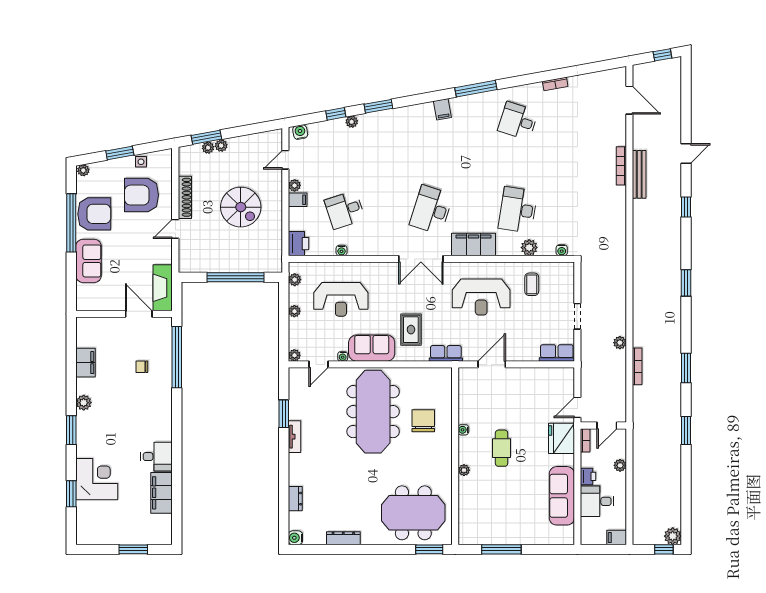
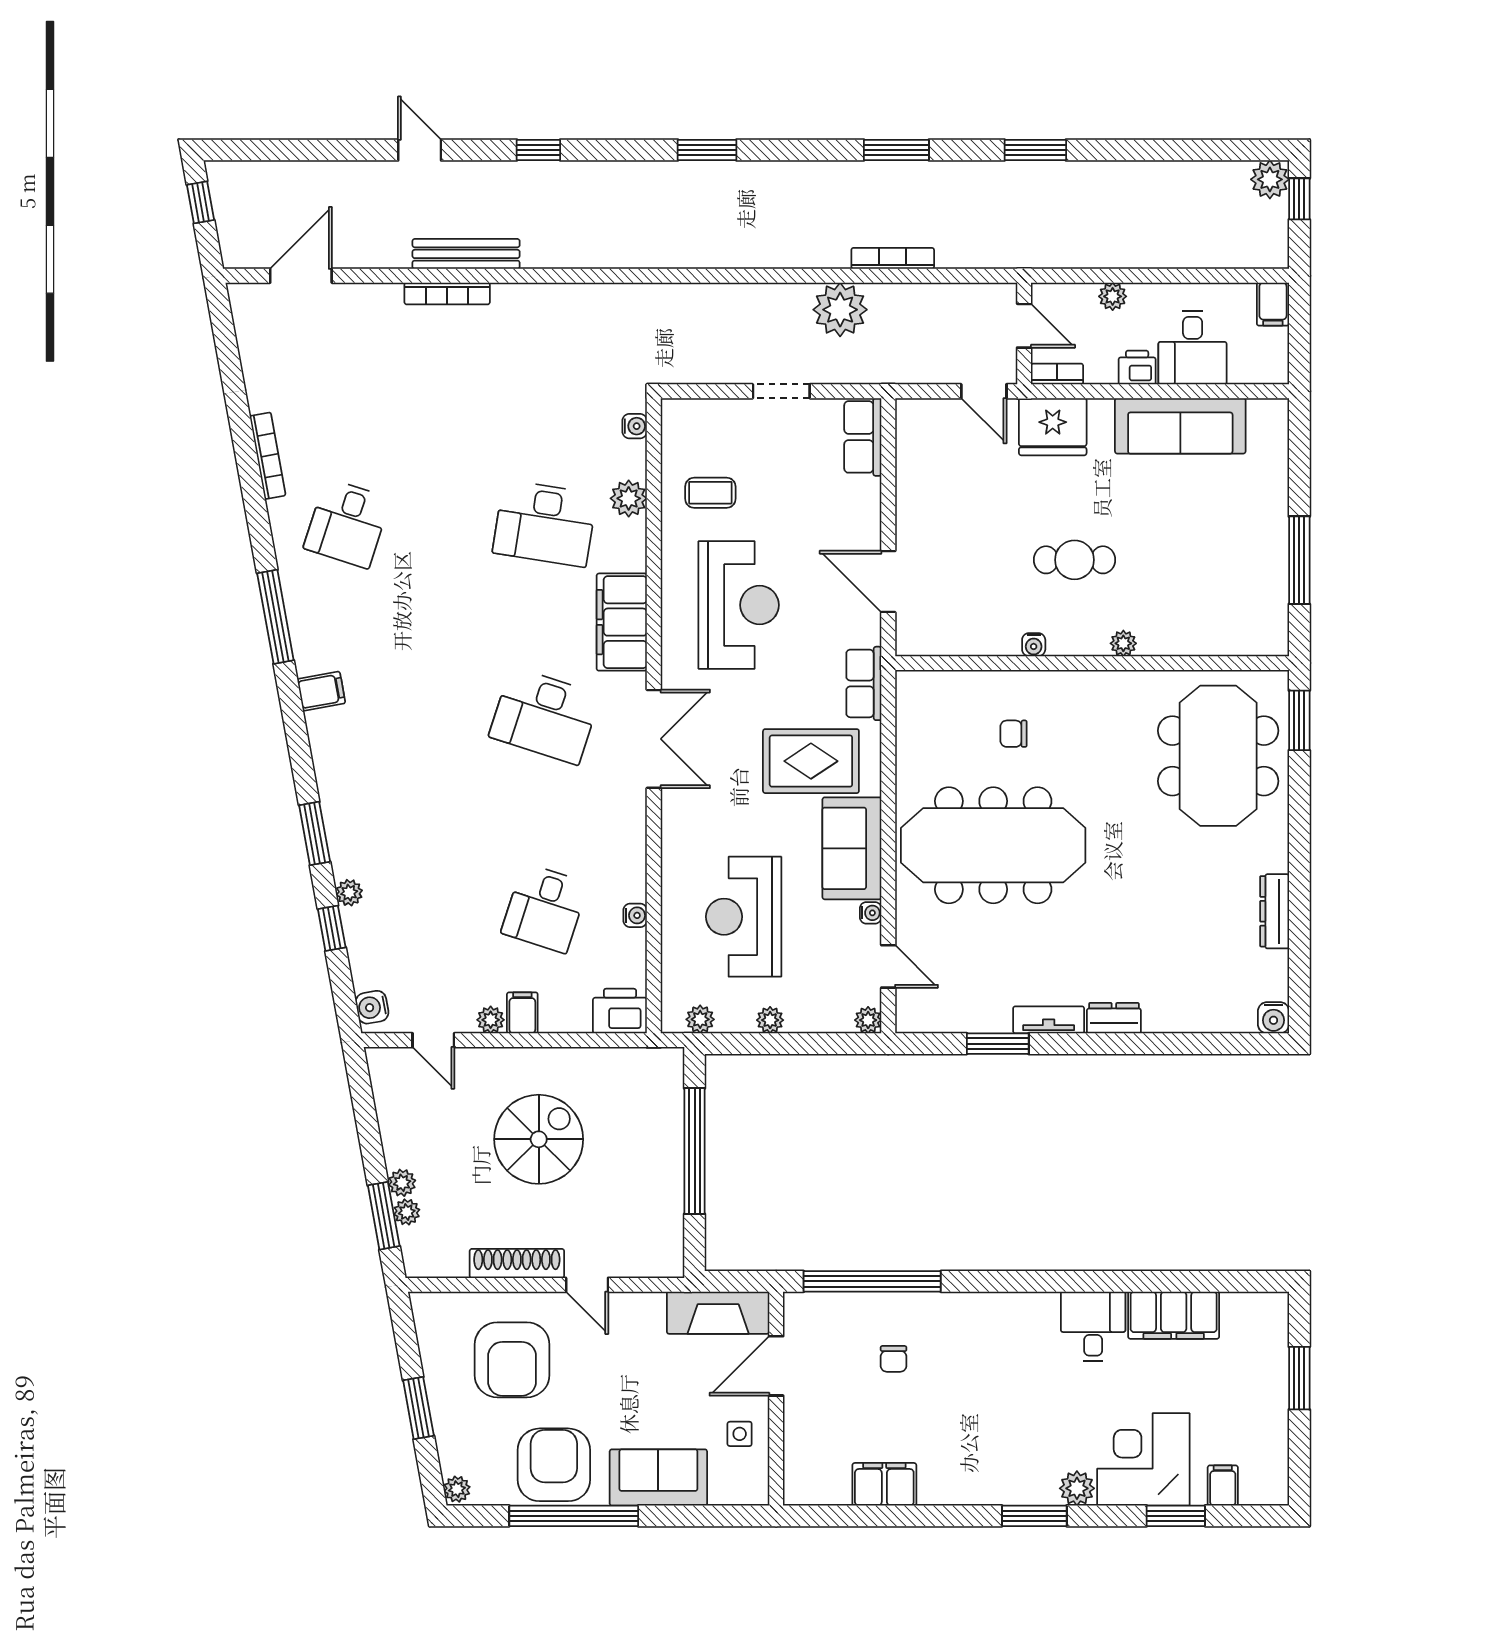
bookcase: (555, 84) -> (268, 456), width x1.56
side table: (141, 162) -> (740, 1434), moved
desk: (345, 210) -> (545, 908), turned 36
reception desk: (341, 299) -> (744, 917), turned 180
rug: (411, 330) -> (811, 761), width x1.36, depth x1.43
plant: (620, 343) -> (840, 310), width x1.87, depth x1.87
plant: (84, 403) -> (1077, 1488), moved
chair: (423, 421) -> (1014, 734), width x0.54, depth x0.54
dresser: (295, 499) -> (1114, 1018), moved
filing cabinet: (85, 515) -> (1223, 1486), added

